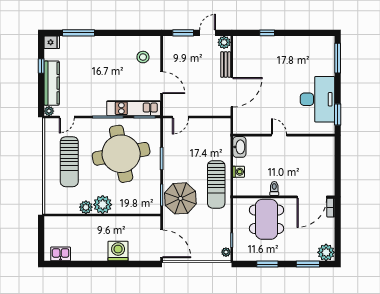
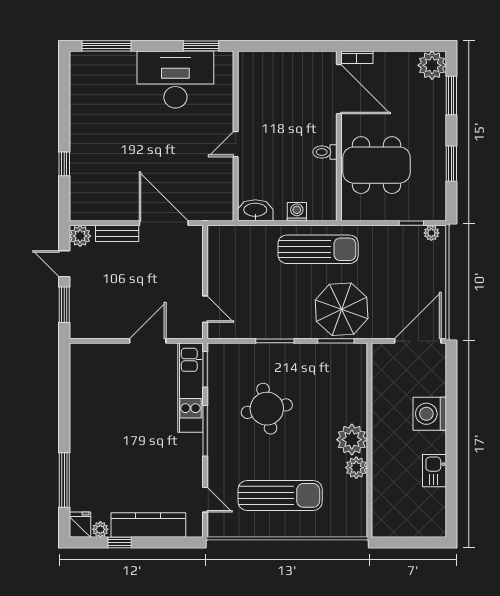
stool: (143, 57) -> (105, 372), removed
plant: (49, 111) -> (100, 529), moved
round table: (121, 154) -> (267, 409), width x0.54, depth x0.54
kitchen sink: (61, 254) -> (435, 471), moved

